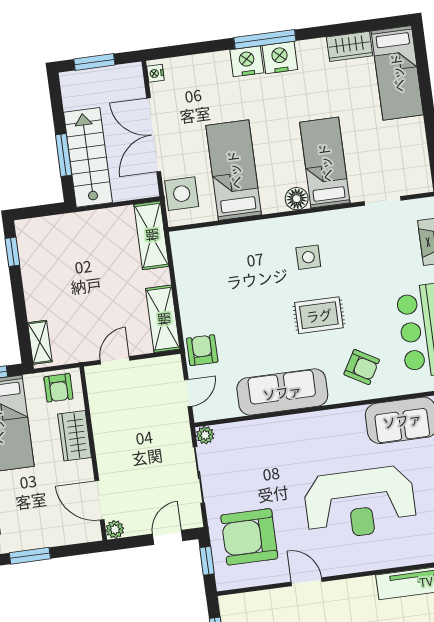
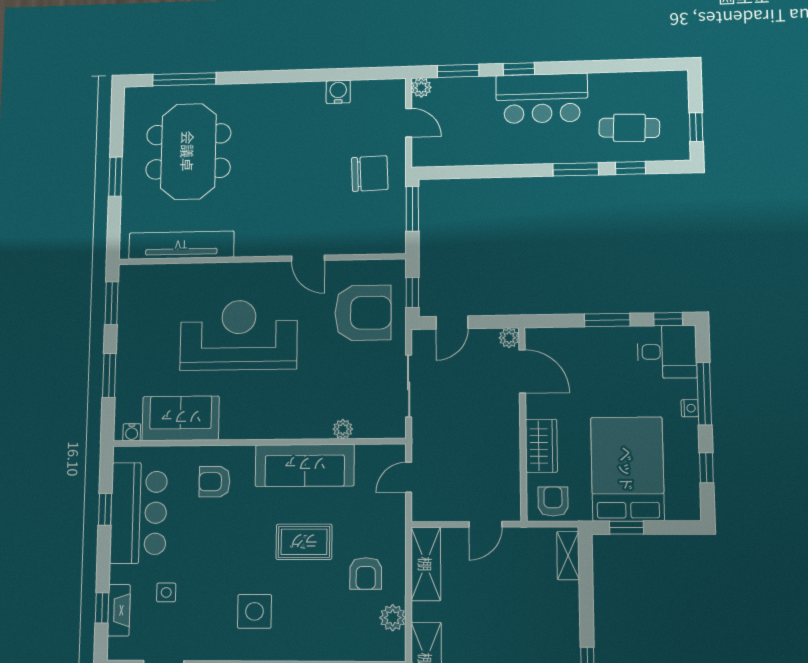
side table: (308, 257) -> (254, 611), width x1.37, depth x1.37
side table: (390, 263) -> (166, 592), added
plant: (186, 268) -> (393, 618), added
rug: (319, 315) -> (304, 542), moved
armchair: (202, 350) -> (366, 573), moved
armchair: (362, 367) -> (215, 482), turned -30
plant: (205, 435) -> (343, 429), moved

